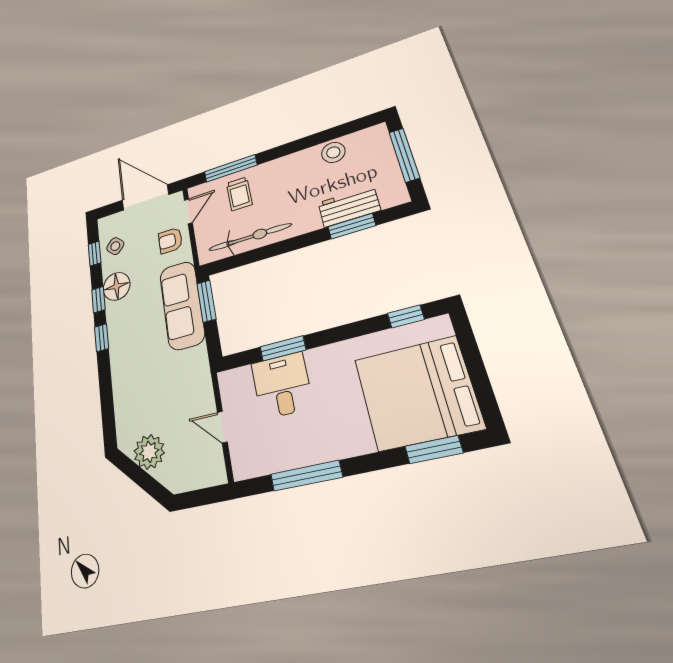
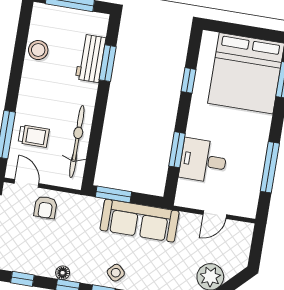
side table: (115, 246) -> (116, 273), moved
floor lamp: (117, 286) -> (63, 273), width x0.53, depth x0.53
sofa: (182, 305) -> (140, 221), moved
window: (406, 316) -> (188, 80), moved

